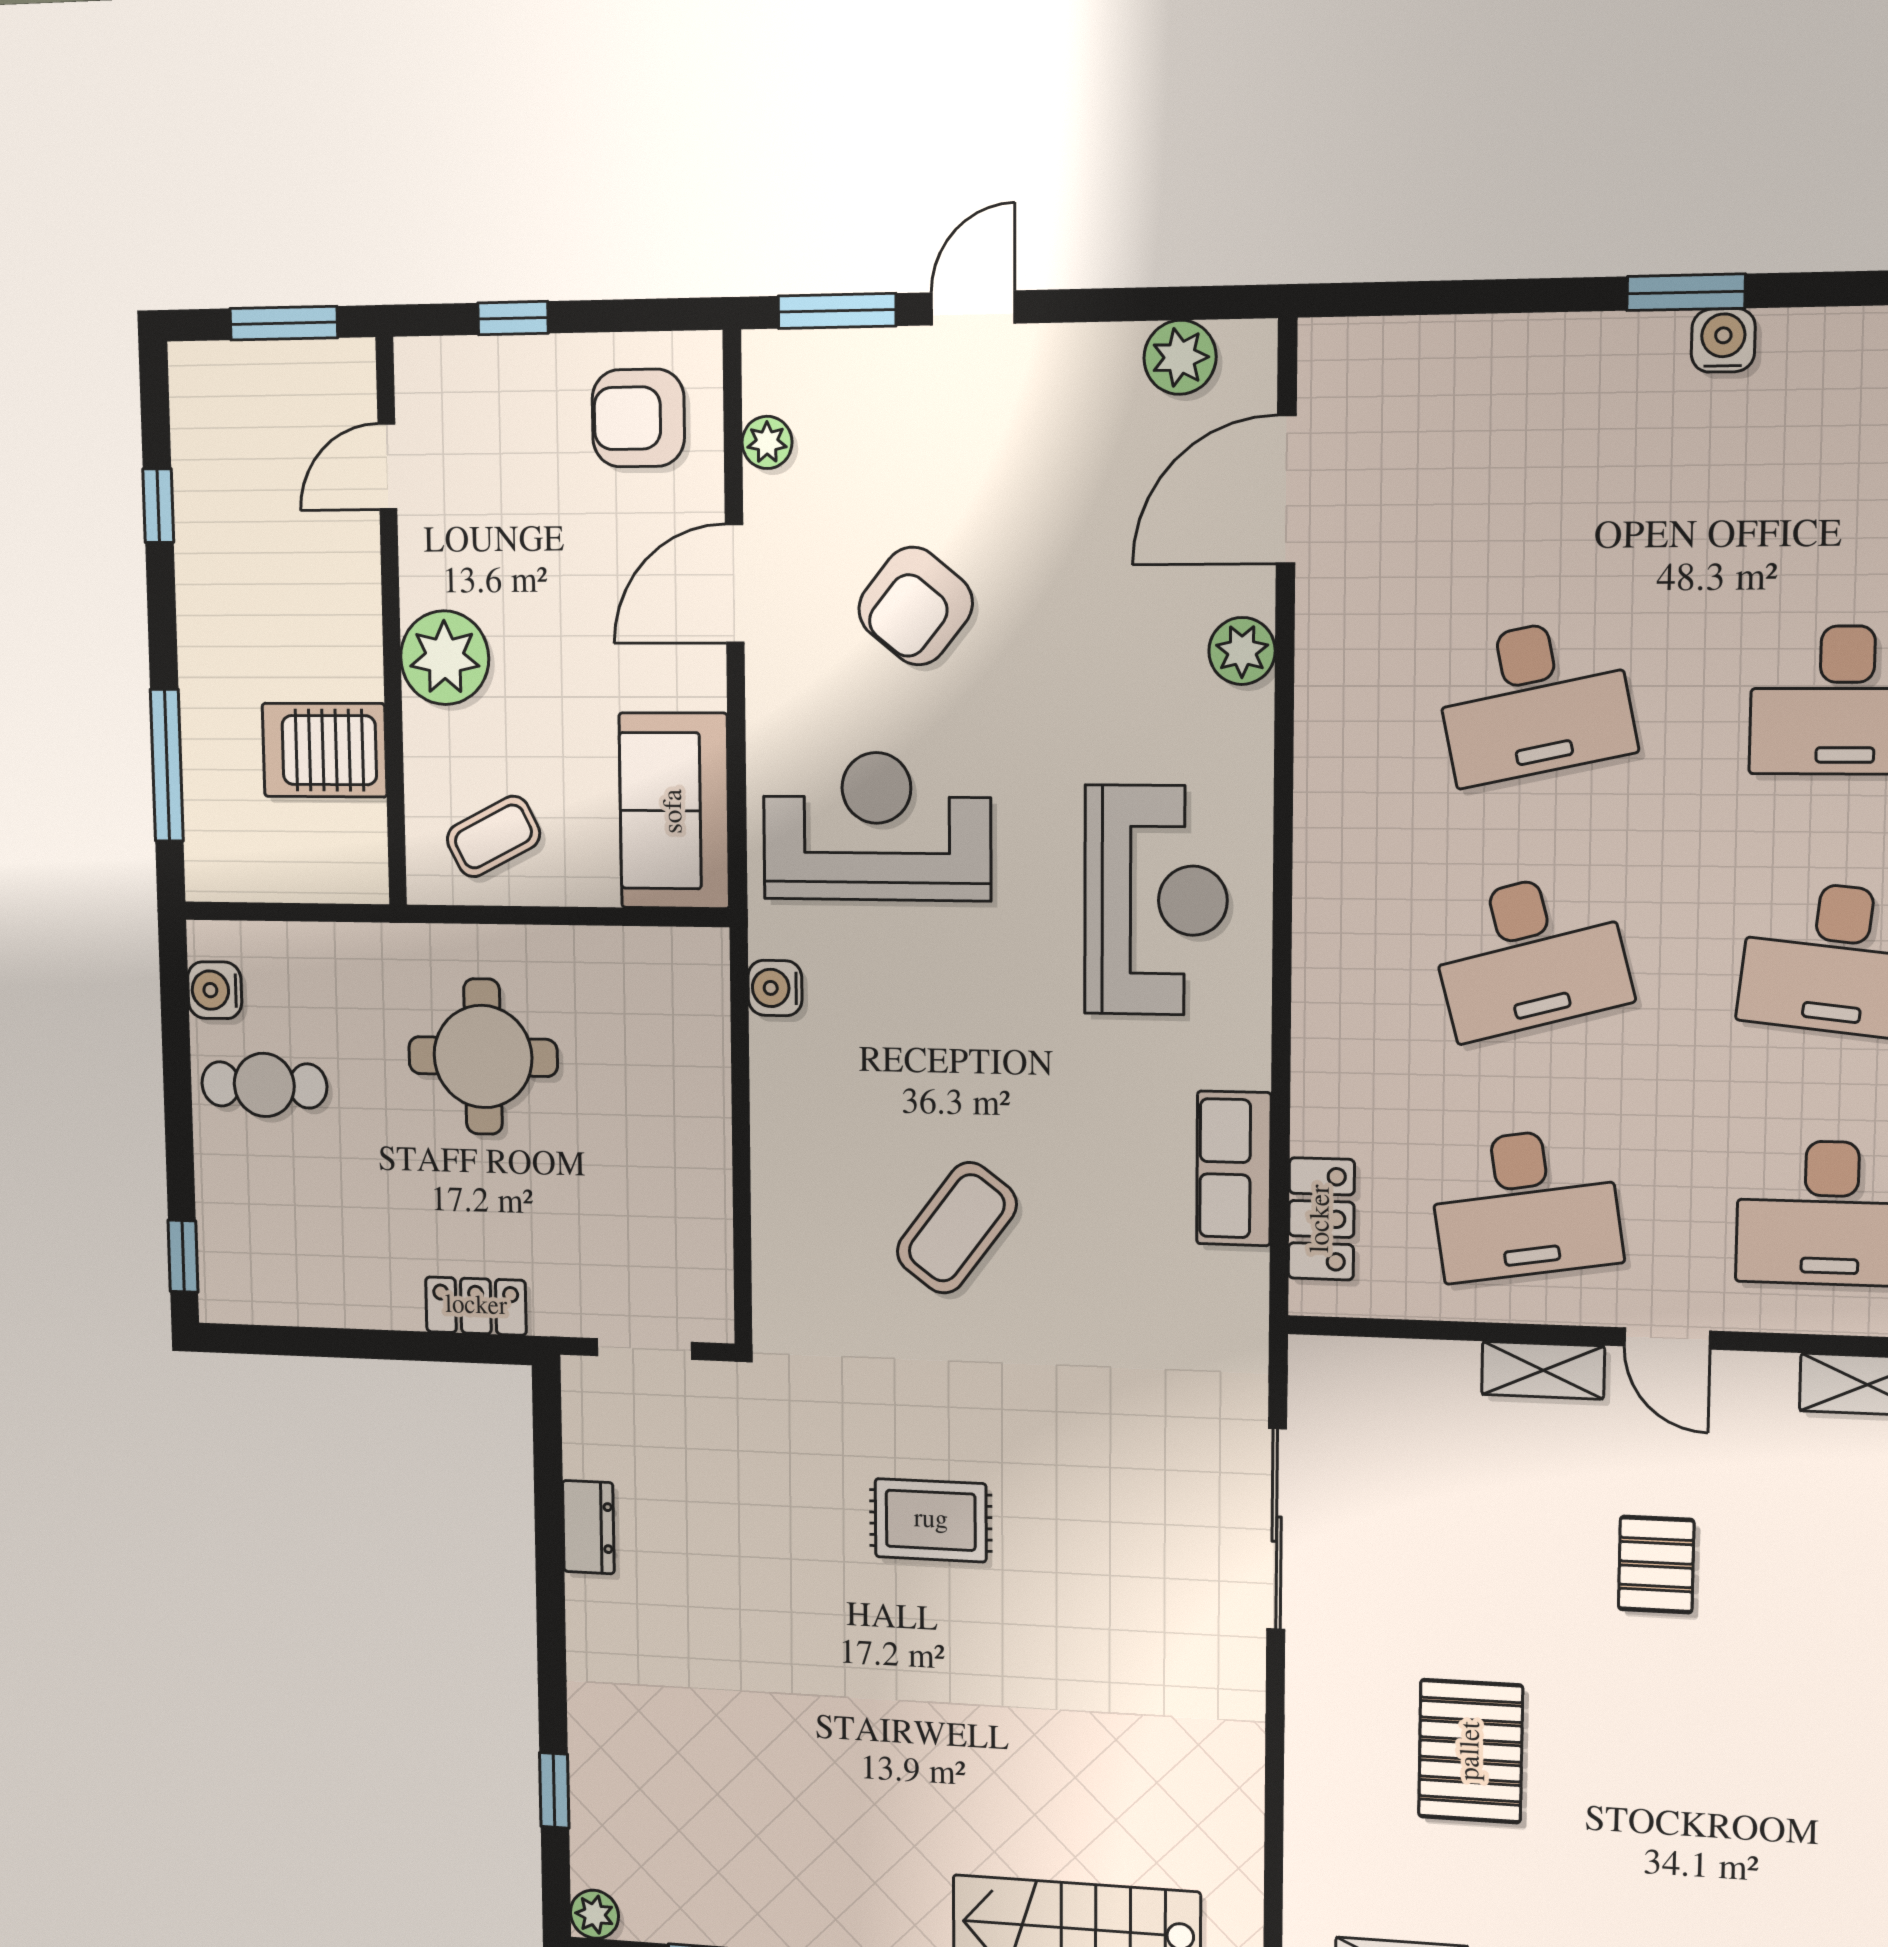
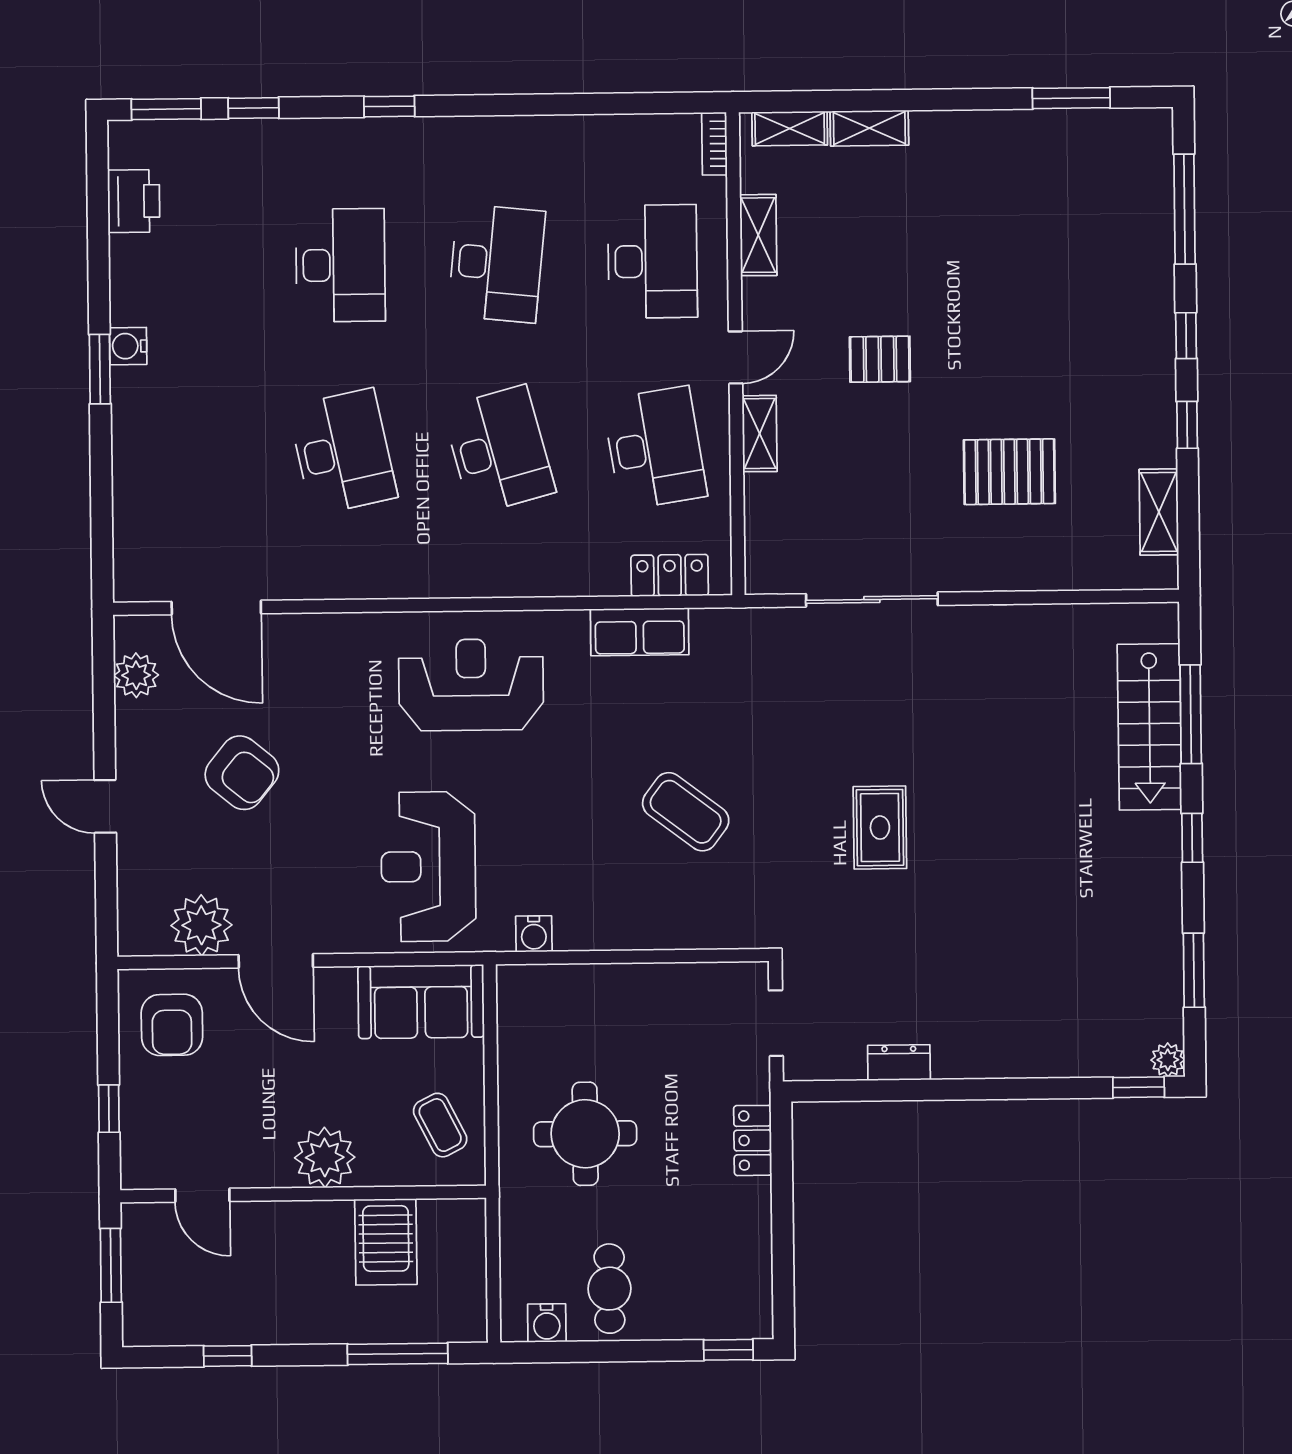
window: (837, 311) -> (106, 894), removed
plant: (767, 442) -> (201, 925), width x1.87, depth x1.87
armchair: (916, 606) -> (242, 773), moved
plant: (1242, 651) -> (315, 633), removed
window: (554, 1790) -> (1139, 1087), moved

